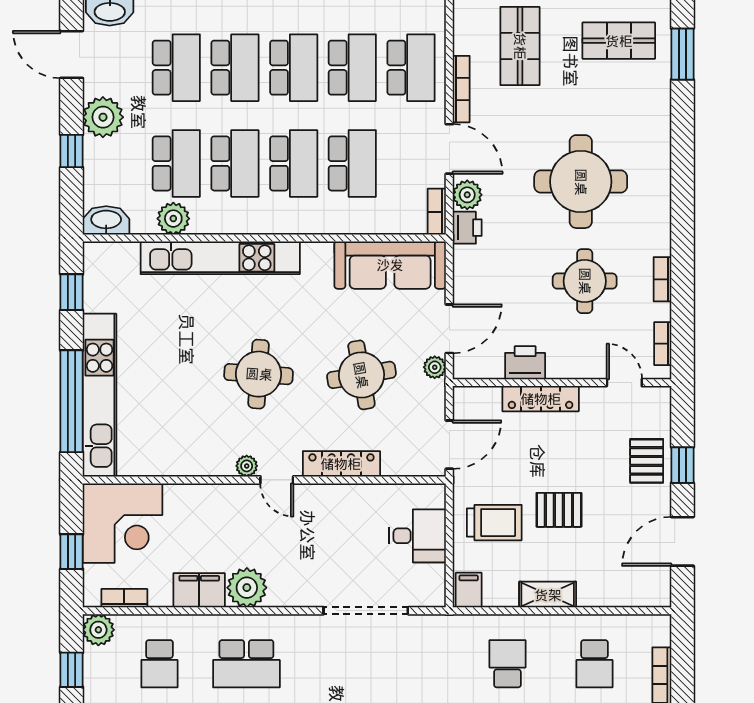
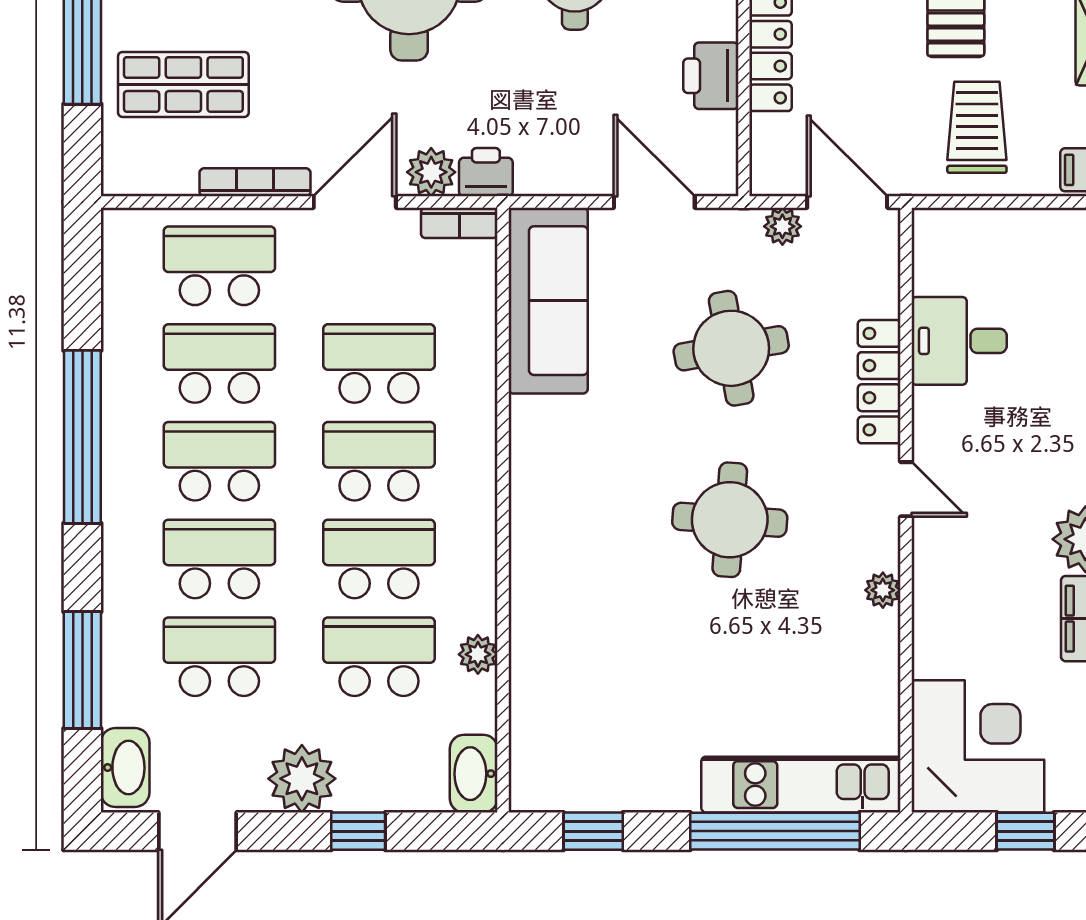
plant: (173, 219) -> (478, 654), width x0.73, depth x0.73
kitchen unit: (220, 258) -> (536, 584), removed
plant: (435, 367) -> (782, 226), moved
kitchen unit: (100, 395) -> (801, 785), width x0.73
plant: (247, 466) -> (883, 590), moved
door: (277, 480) -> (906, 489), hinge flipped
desk: (417, 536) -> (959, 341), moved, turned -90

